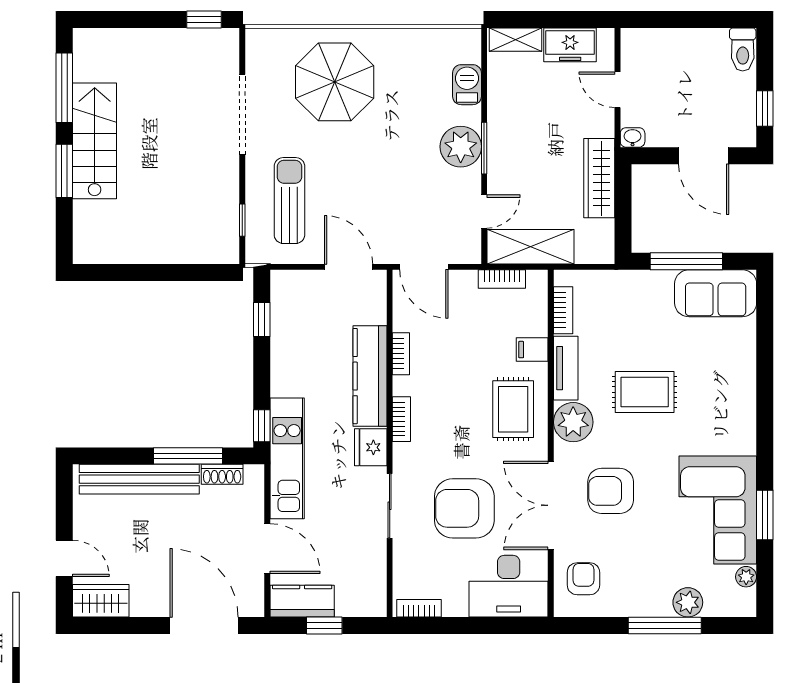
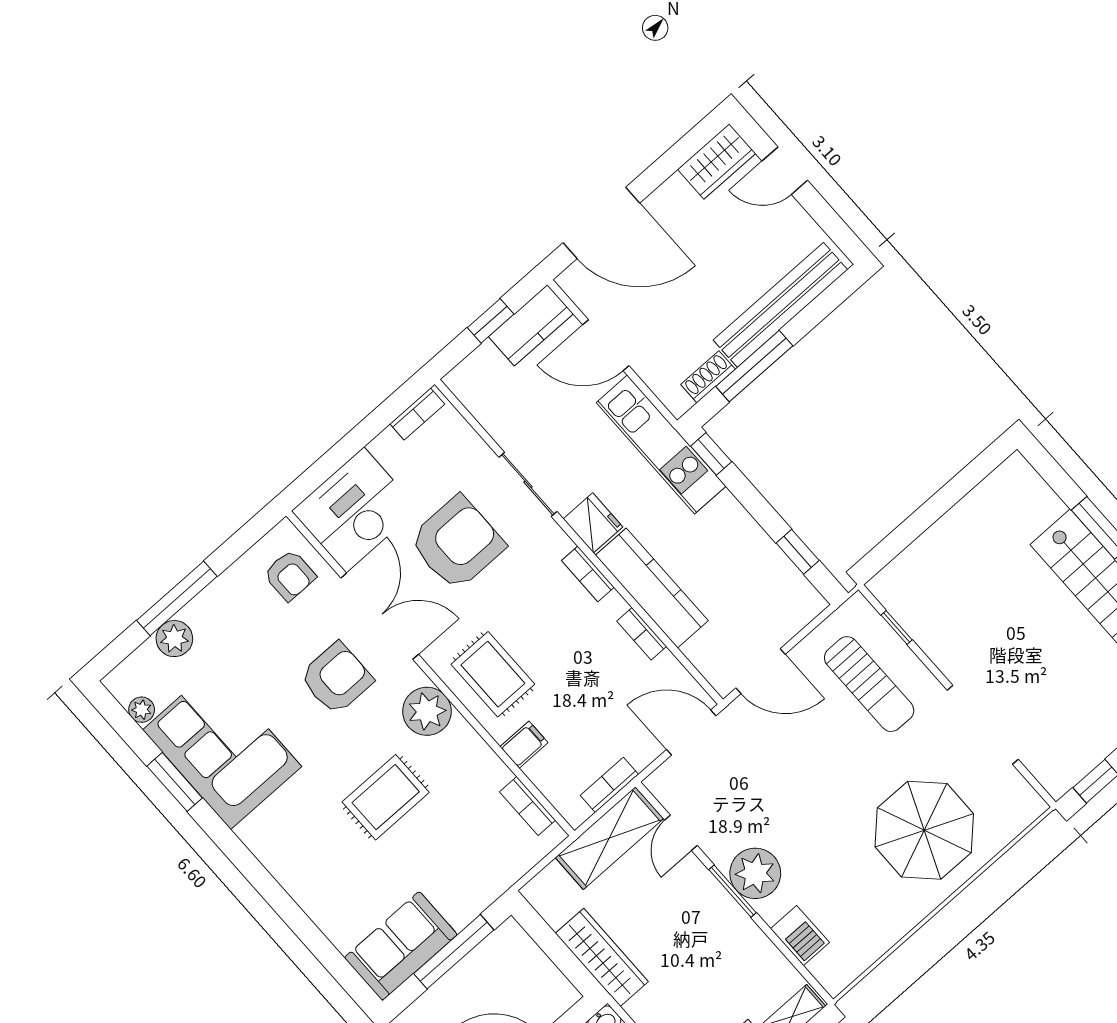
tv unit: (566, 368) -> (478, 755), removed

